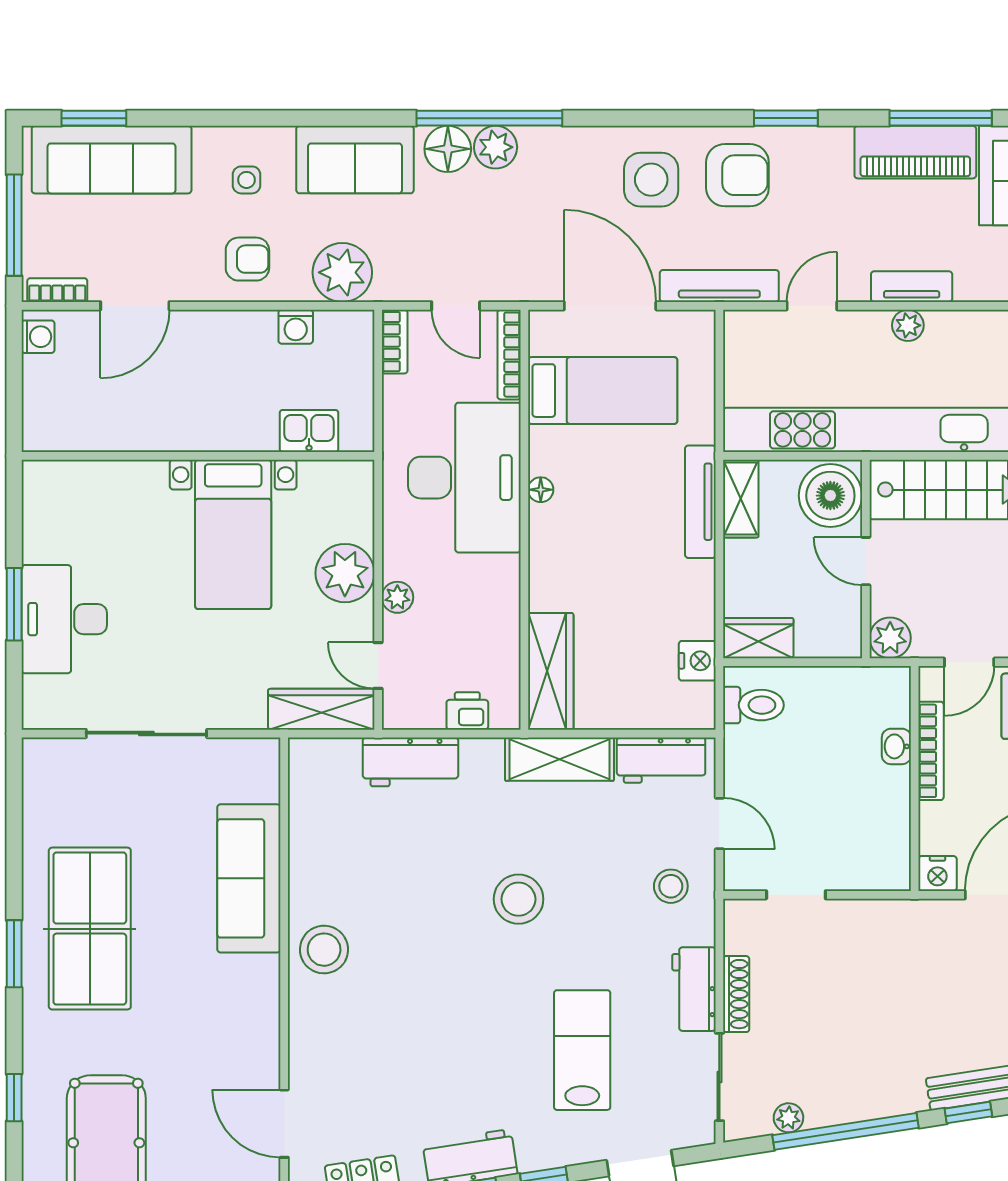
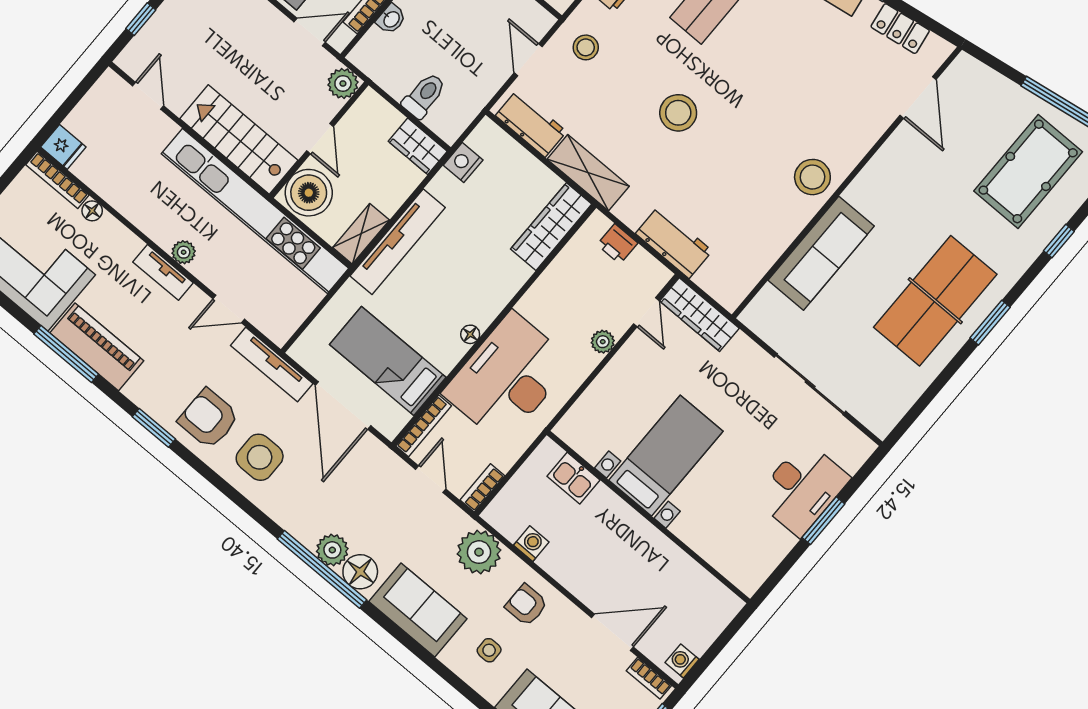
tv unit: (700, 502) -> (398, 242), width x1.36, depth x1.29
plant: (345, 573) -> (621, 380), removed
toilet: (753, 705) -> (424, 95), moved, turned 90

